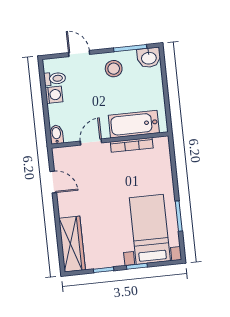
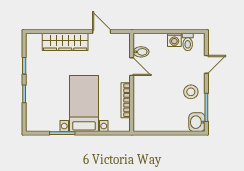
bathtub: (134, 124) -> (143, 104), removed
bidet: (56, 134) -> (141, 52), moved
door: (53, 182) -> (102, 32), swing flipped
bed with nightstands: (150, 229) -> (84, 104), moved, turned -90
wardrobe: (72, 244) -> (65, 42), moved

